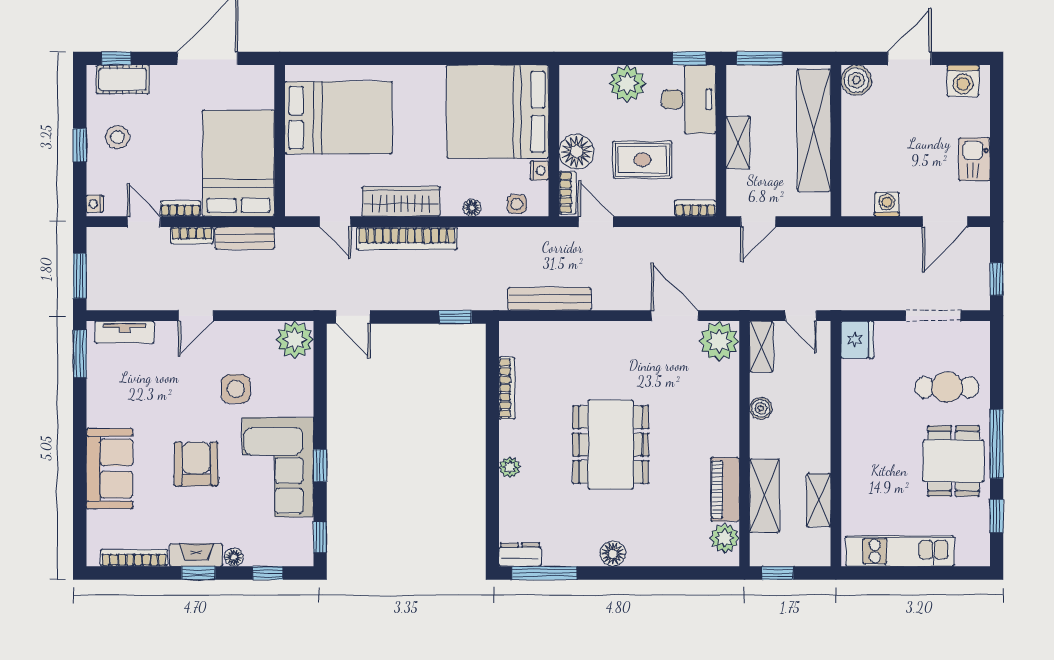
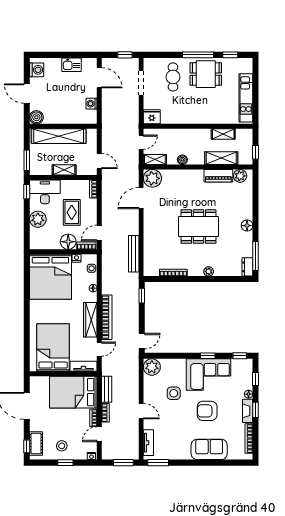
tv unit: (296, 186) -> (84, 366), added

